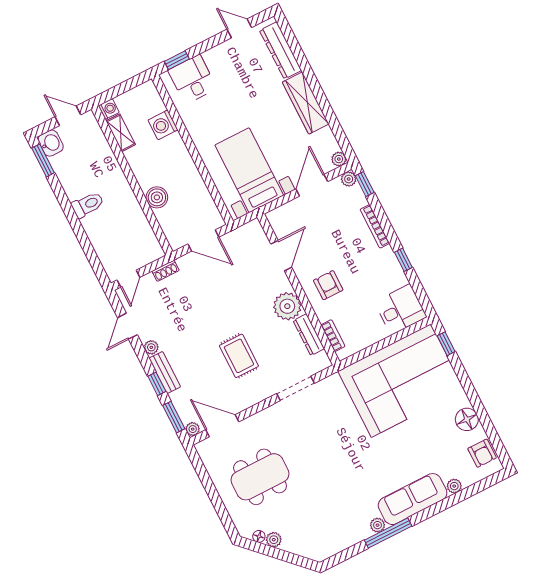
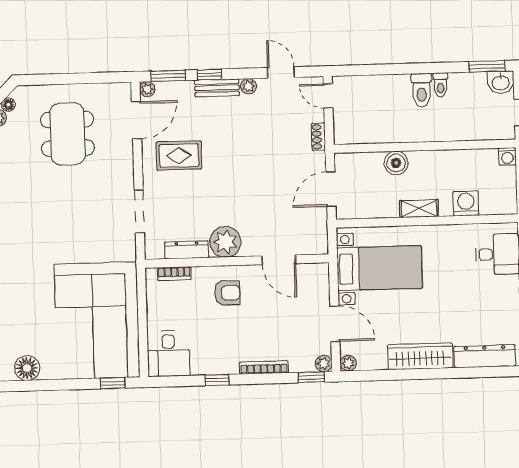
shelving: (121, 133) -> (419, 209), moved
toilet: (76, 191) -> (441, 85), added
rug: (239, 356) -> (179, 155), moved

